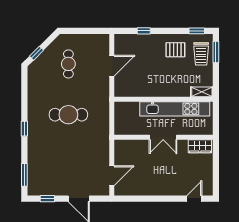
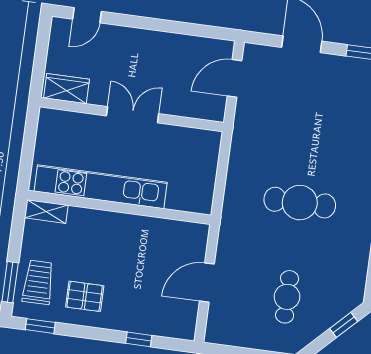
double door: (163, 137) -> (133, 115), moved
wall: (164, 137) -> (132, 115), moved
wardrobe: (200, 146) -> (66, 89), moved

